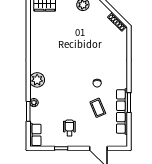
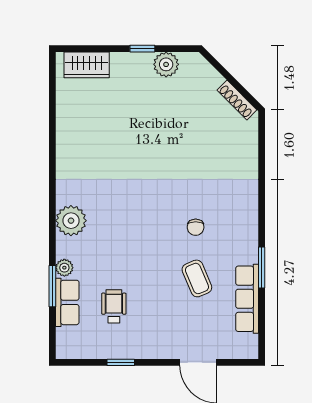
row of seats: (122, 111) -> (247, 299), width x0.73
wheelchair: (69, 128) -> (114, 306), moved
row of seats: (35, 135) -> (67, 302), moved

